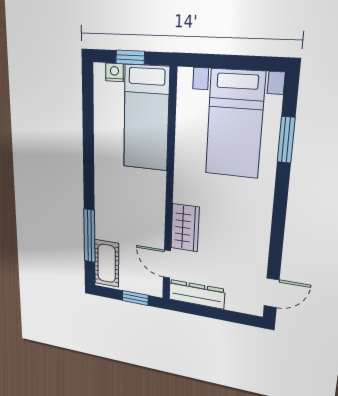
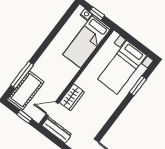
cot: (107, 263) -> (26, 90), width x1.37, depth x1.34
door: (167, 264) -> (52, 109), hinge flipped

